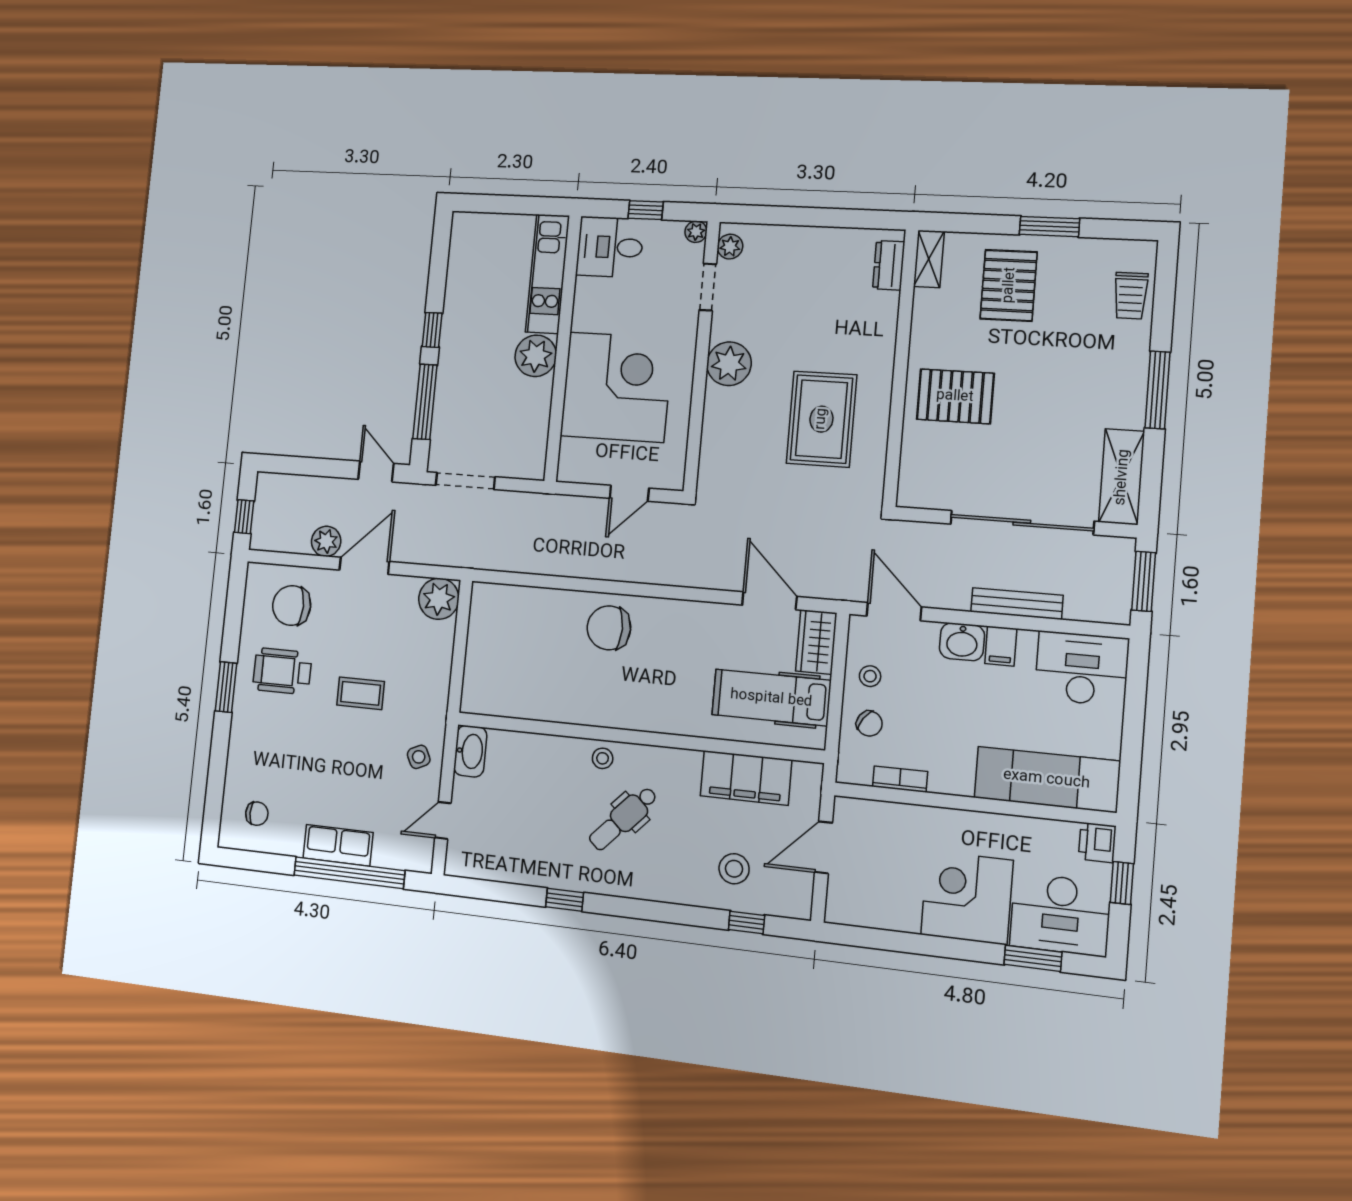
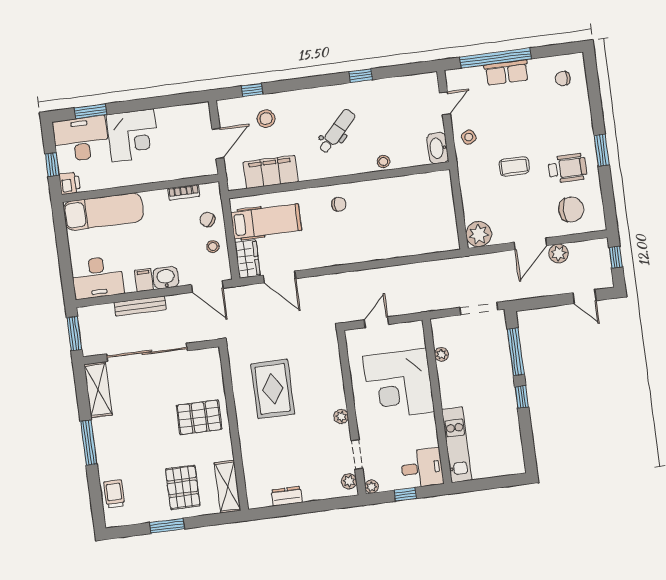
shelving: (929, 259) -> (227, 487), width x1.50, depth x1.33
dresser: (889, 265) -> (287, 496), moved, turned -90
plant: (536, 356) -> (441, 354), moved, width x0.53, depth x0.53
plant: (729, 364) -> (341, 416), width x0.53, depth x0.53
door: (376, 471) -> (585, 297), moved
chair: (609, 628) -> (339, 204), moved, width x0.54, depth x0.54
stool: (603, 758) -> (383, 162), moved

